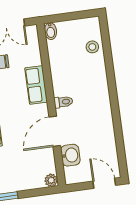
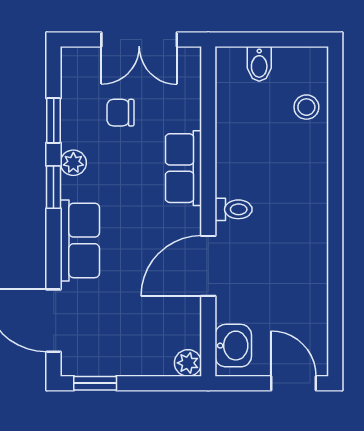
bidet: (51, 31) -> (259, 64), moved
washbasin: (70, 155) -> (233, 346), moved

